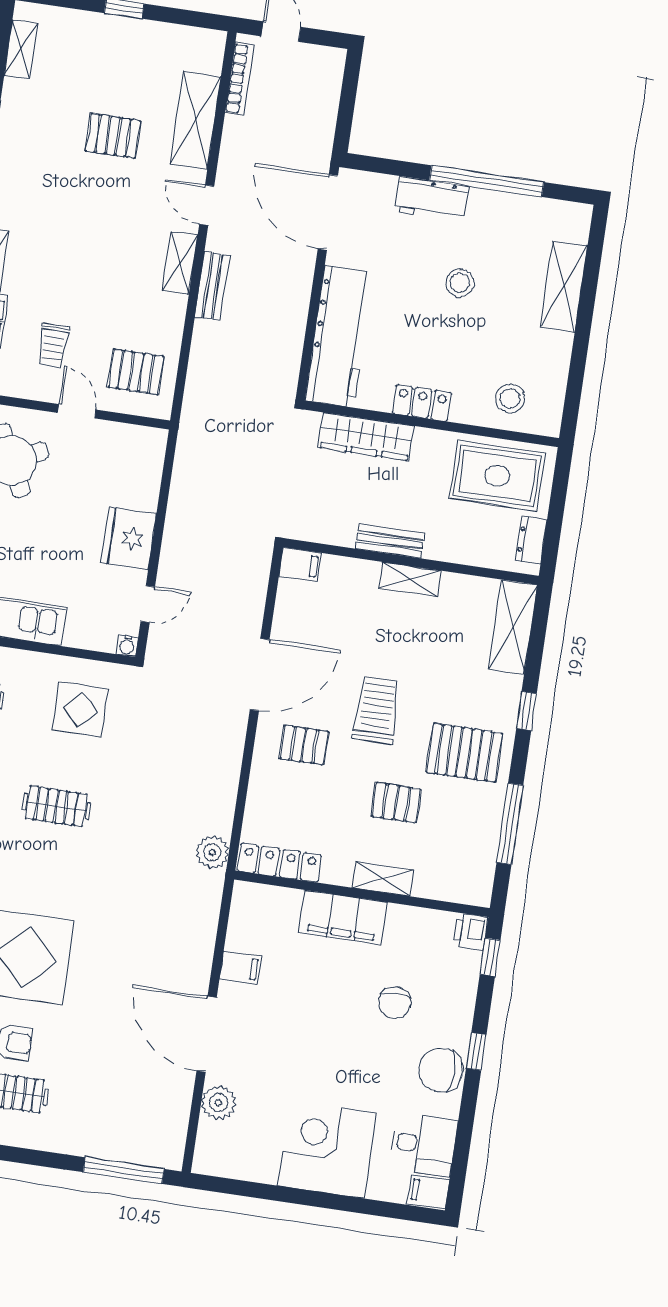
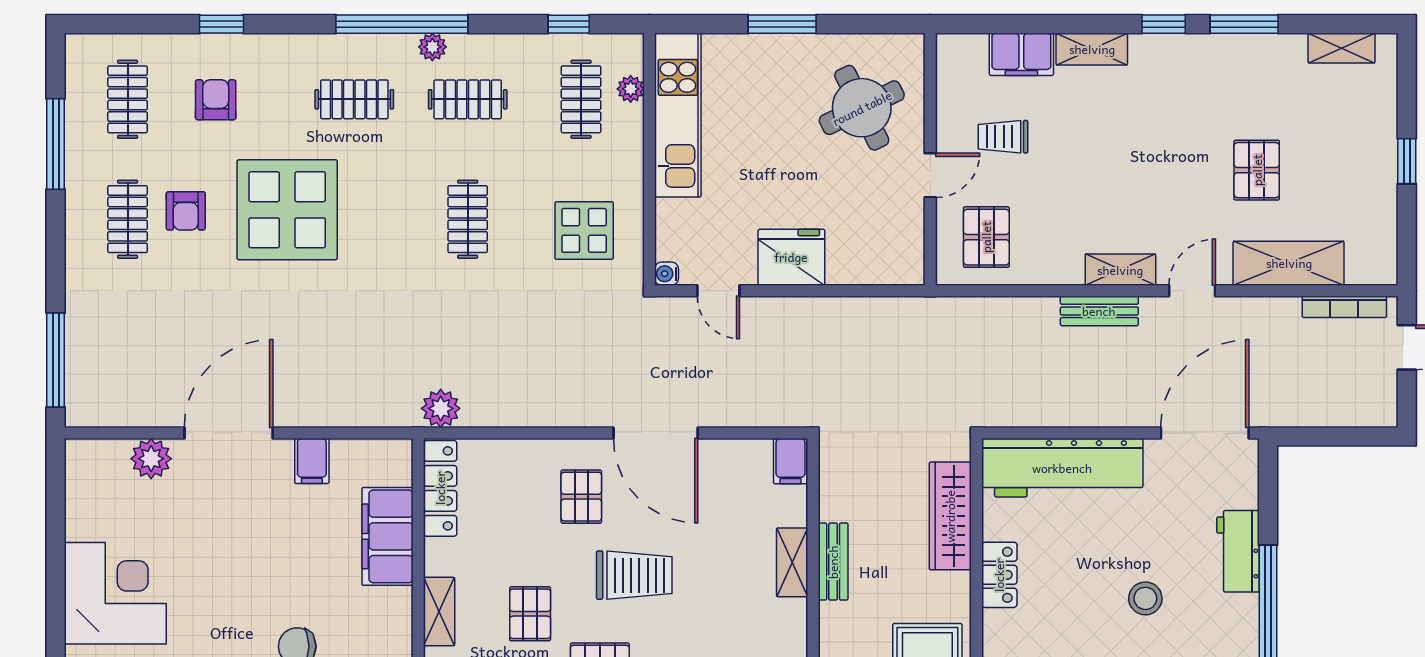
shelving: (410, 579) -> (792, 562), moved
filing cabinet: (343, 917) -> (387, 536), moved

